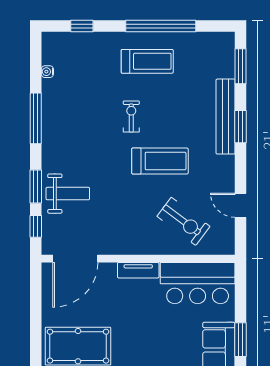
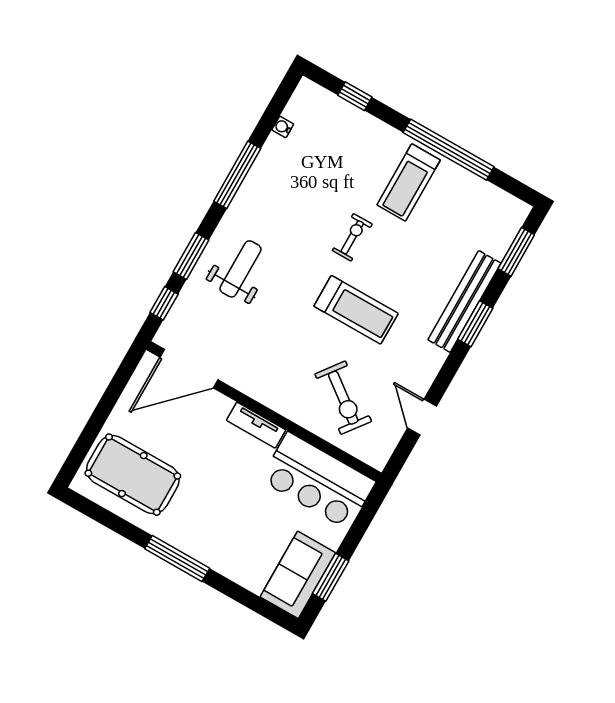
treadmill: (147, 61) -> (409, 182), turned 90
weight bench: (68, 194) -> (241, 269), moved, turned -90

